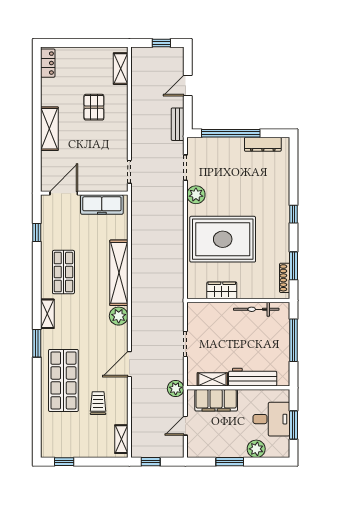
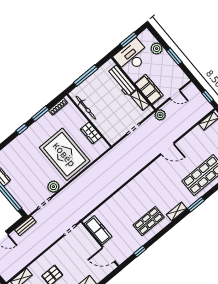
window: (294, 266) -> (40, 114), moved
shelving: (119, 273) -> (126, 193), removed
plant: (119, 316) -> (148, 174), removed
trolley: (98, 403) -> (200, 148), removed
desk: (271, 419) -> (132, 56), width x1.37

